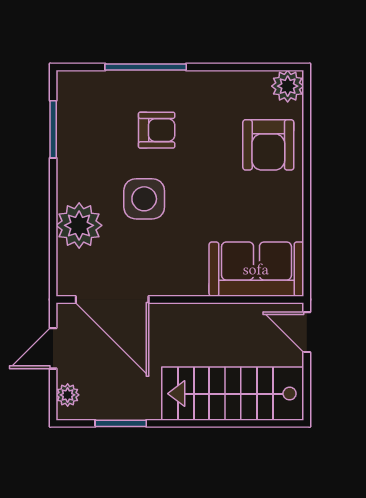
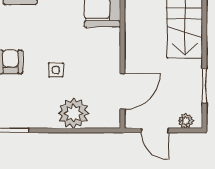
side table: (144, 199) -> (56, 70), width x0.54, depth x0.54
door: (112, 300) -> (122, 91), width x0.73

